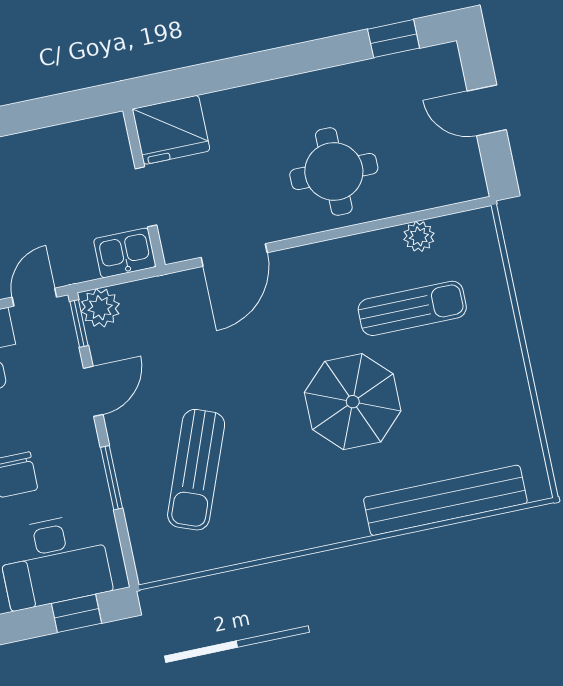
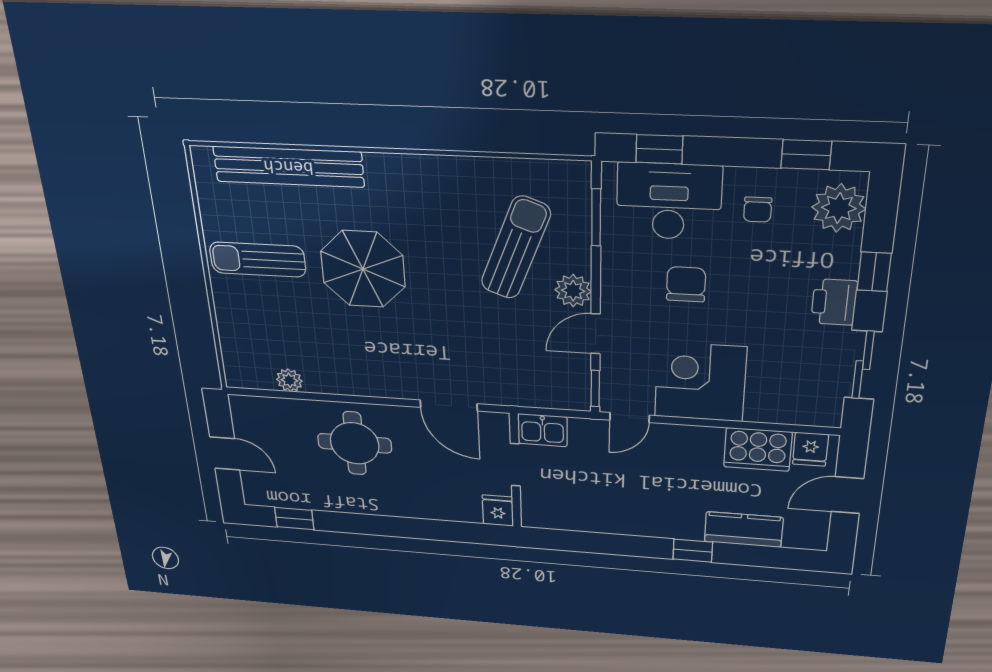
fridge: (171, 130) -> (498, 511), width x0.53, depth x0.75
door: (234, 255) -> (449, 406), swing flipped
plant: (100, 308) -> (573, 291), moved
sun lounger: (412, 308) -> (258, 260), moved
window: (112, 478) -> (596, 217), moved

